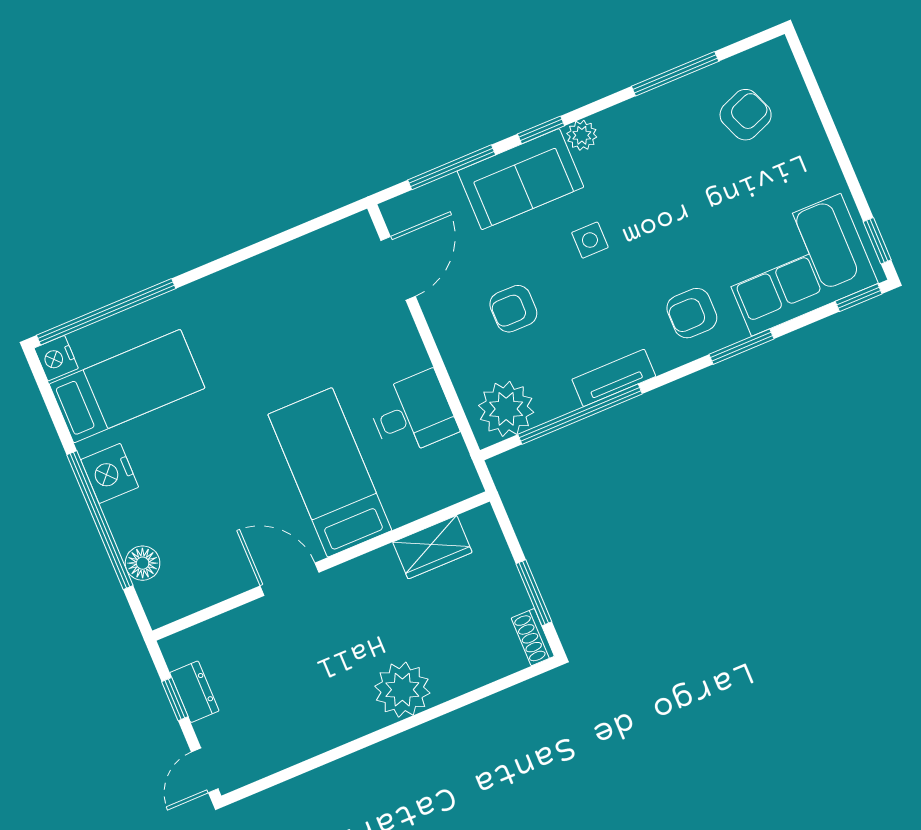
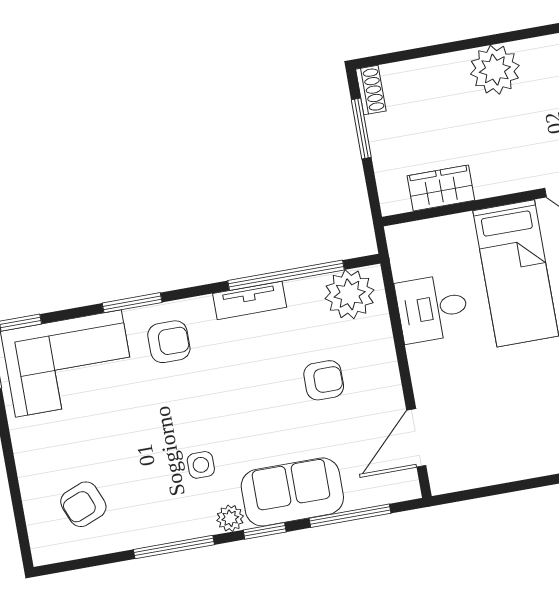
window: (675, 74) -> (174, 547), moved
side table: (590, 240) -> (201, 465), moved

